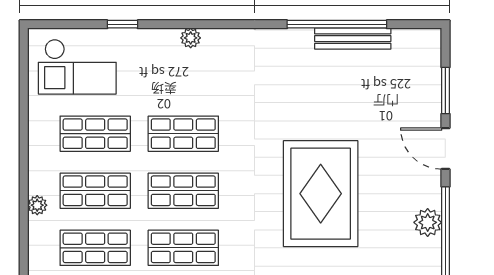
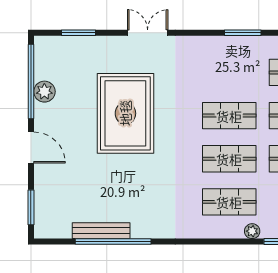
plant: (191, 38) -> (252, 231), moved
window: (445, 91) -> (31, 207), moved
shop shelf: (183, 248) -> (229, 202), moved

